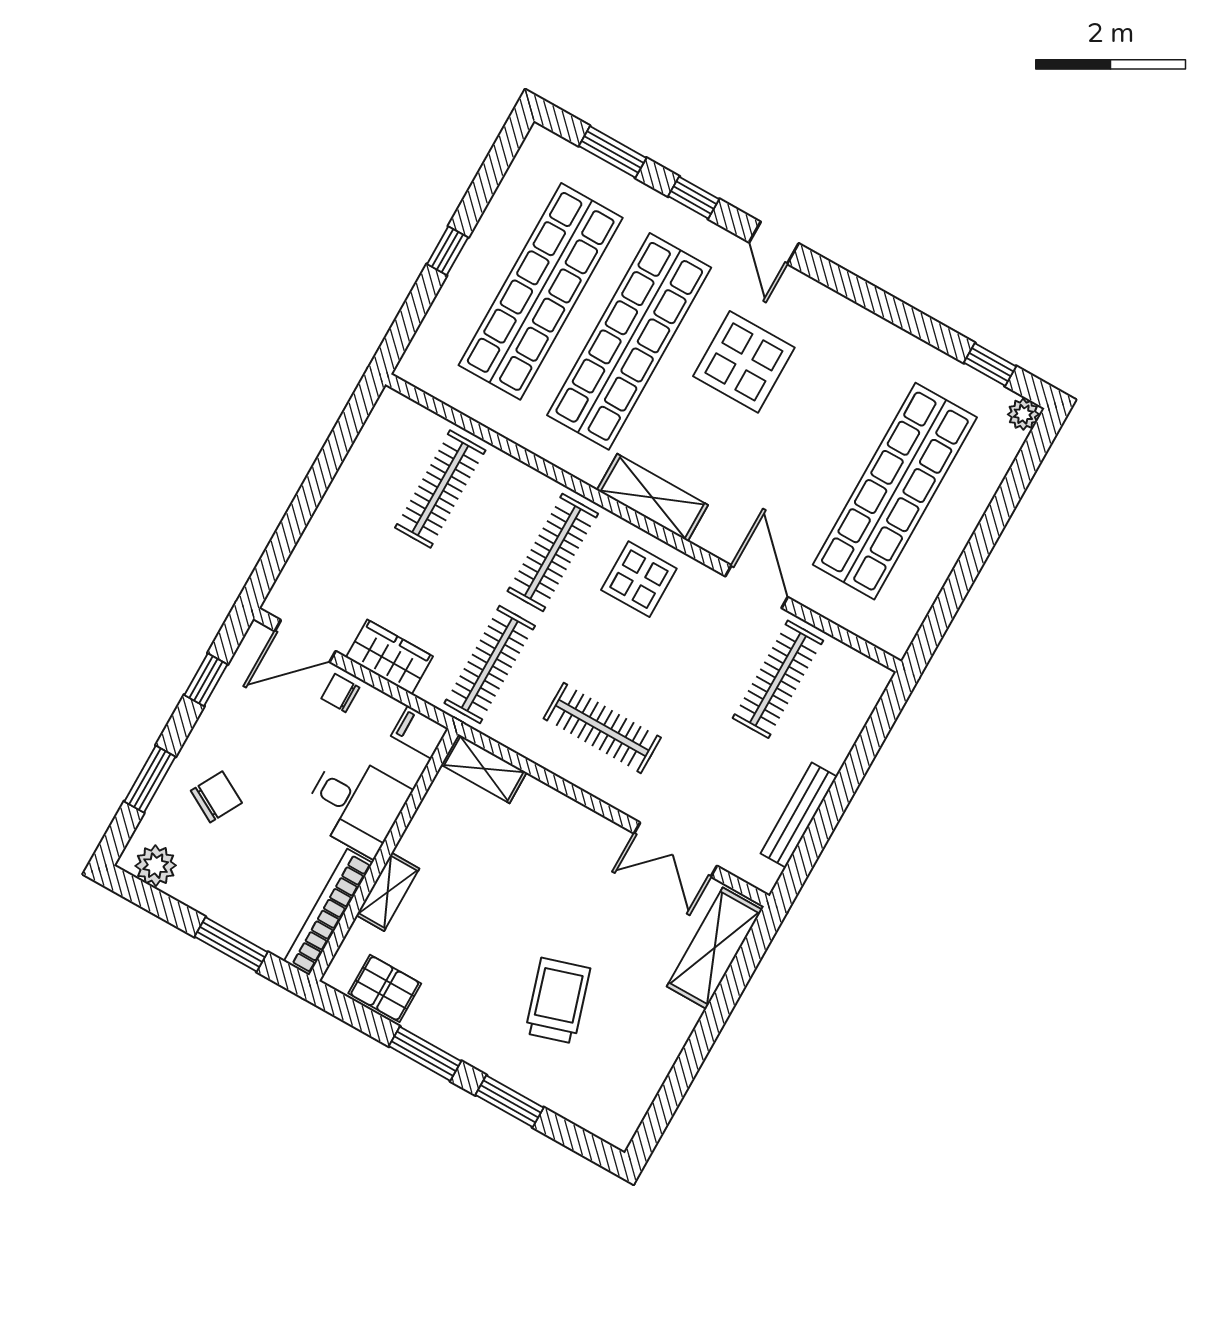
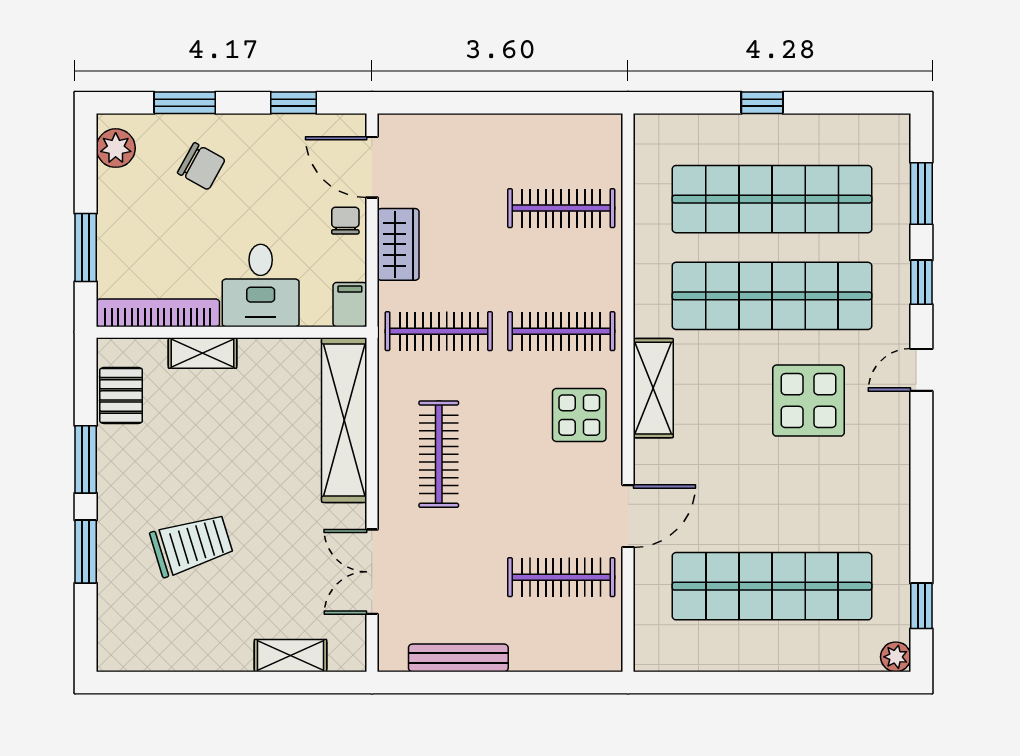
shelving: (484, 769) -> (344, 420), width x2.20, depth x1.33
shelving: (714, 948) -> (291, 656), width x0.67, depth x0.75

